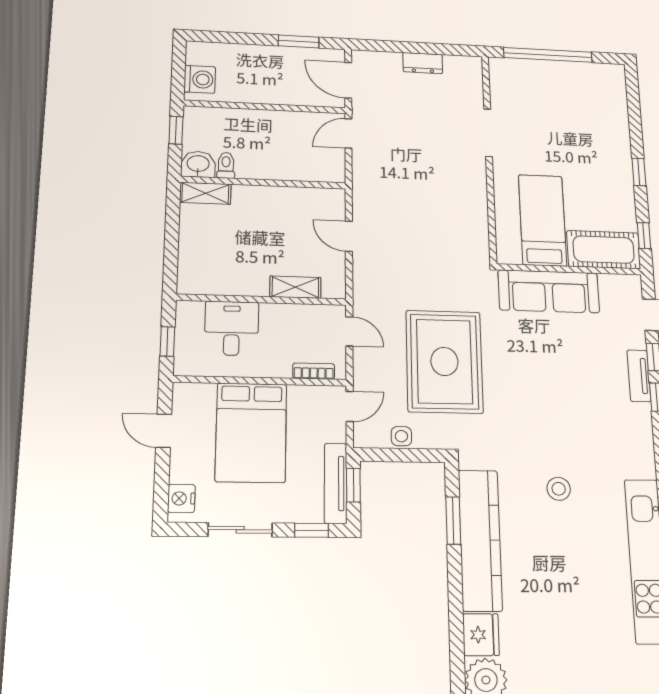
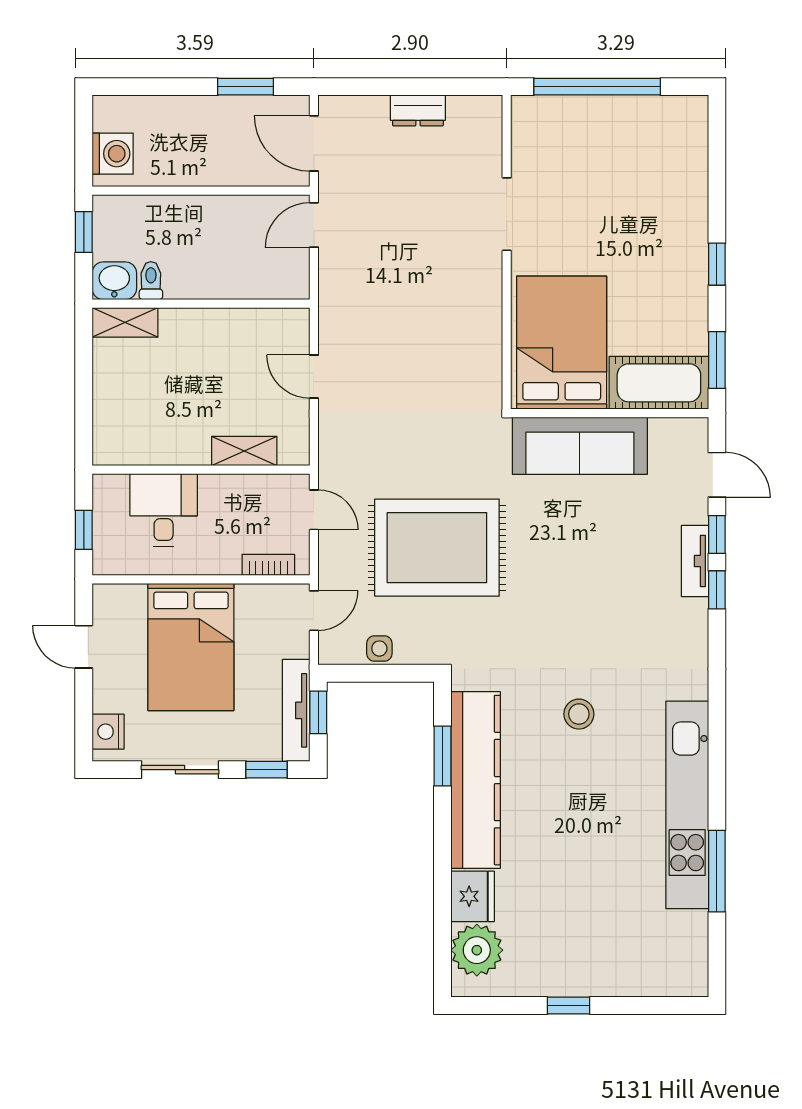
bed: (542, 220) -> (562, 343), width x1.50
window: (644, 236) -> (717, 360), width x1.50
rug: (444, 361) -> (437, 548), turned 90

